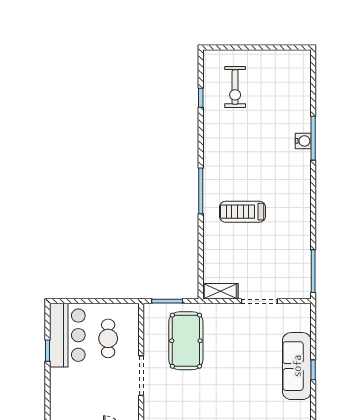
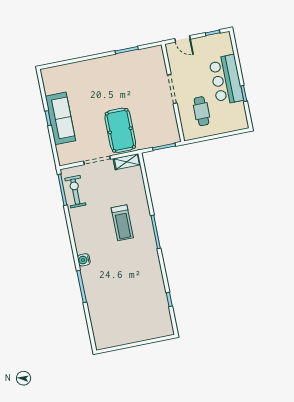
exercise bike: (235, 87) -> (75, 192), moved
water cooler: (303, 141) -> (84, 260), moved
treadmill: (242, 212) -> (122, 223), turned 90
bar counter: (67, 335) -> (226, 80), moved
pool table: (186, 341) -> (120, 130), moved

